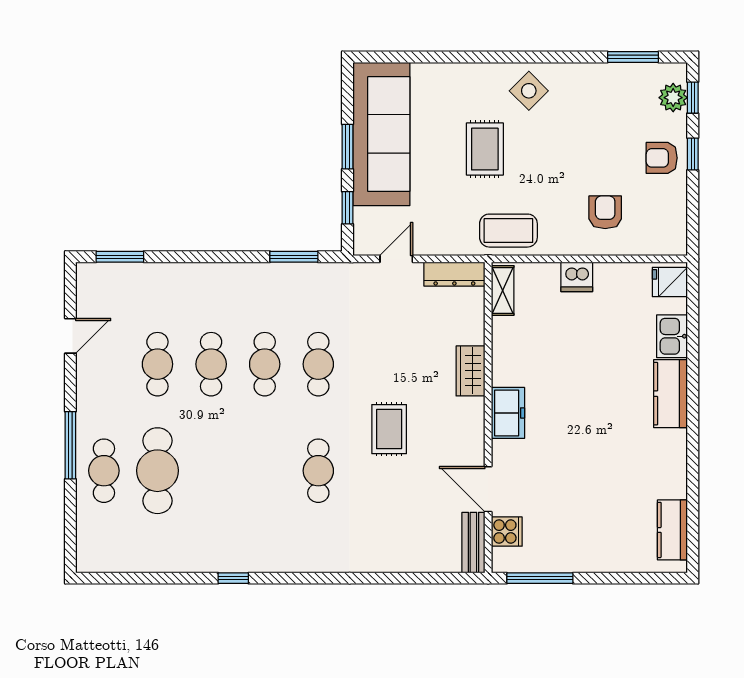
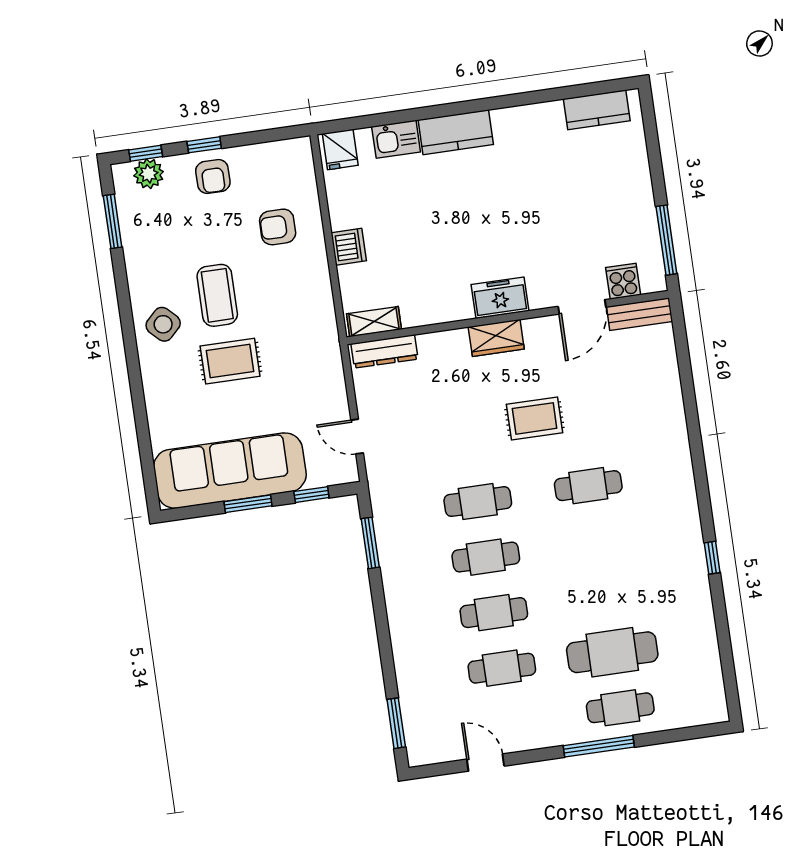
coffee table: (508, 231) -> (217, 295), moved
dresser: (454, 274) -> (384, 351), moved, turned 90
wardrobe: (471, 371) -> (496, 338), moved

